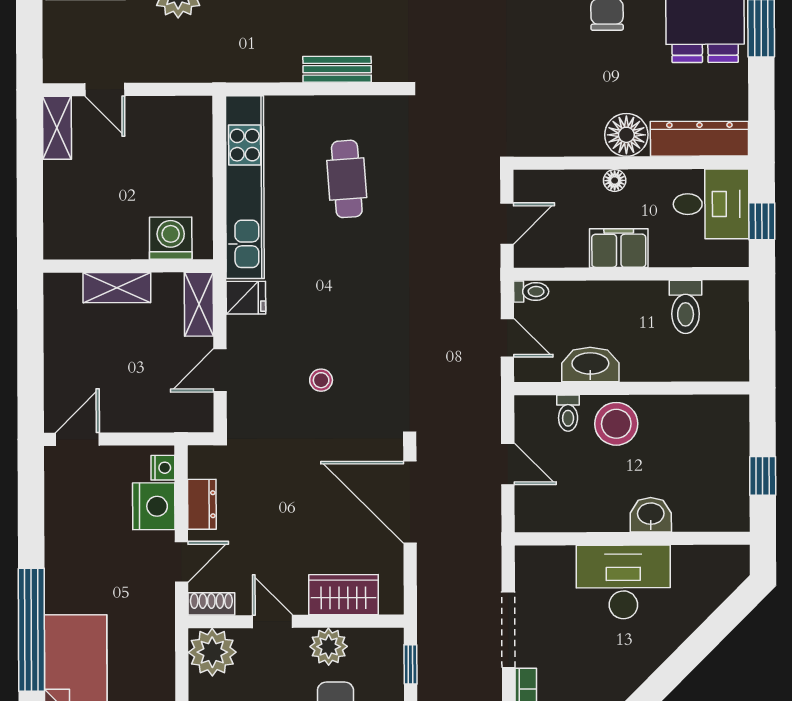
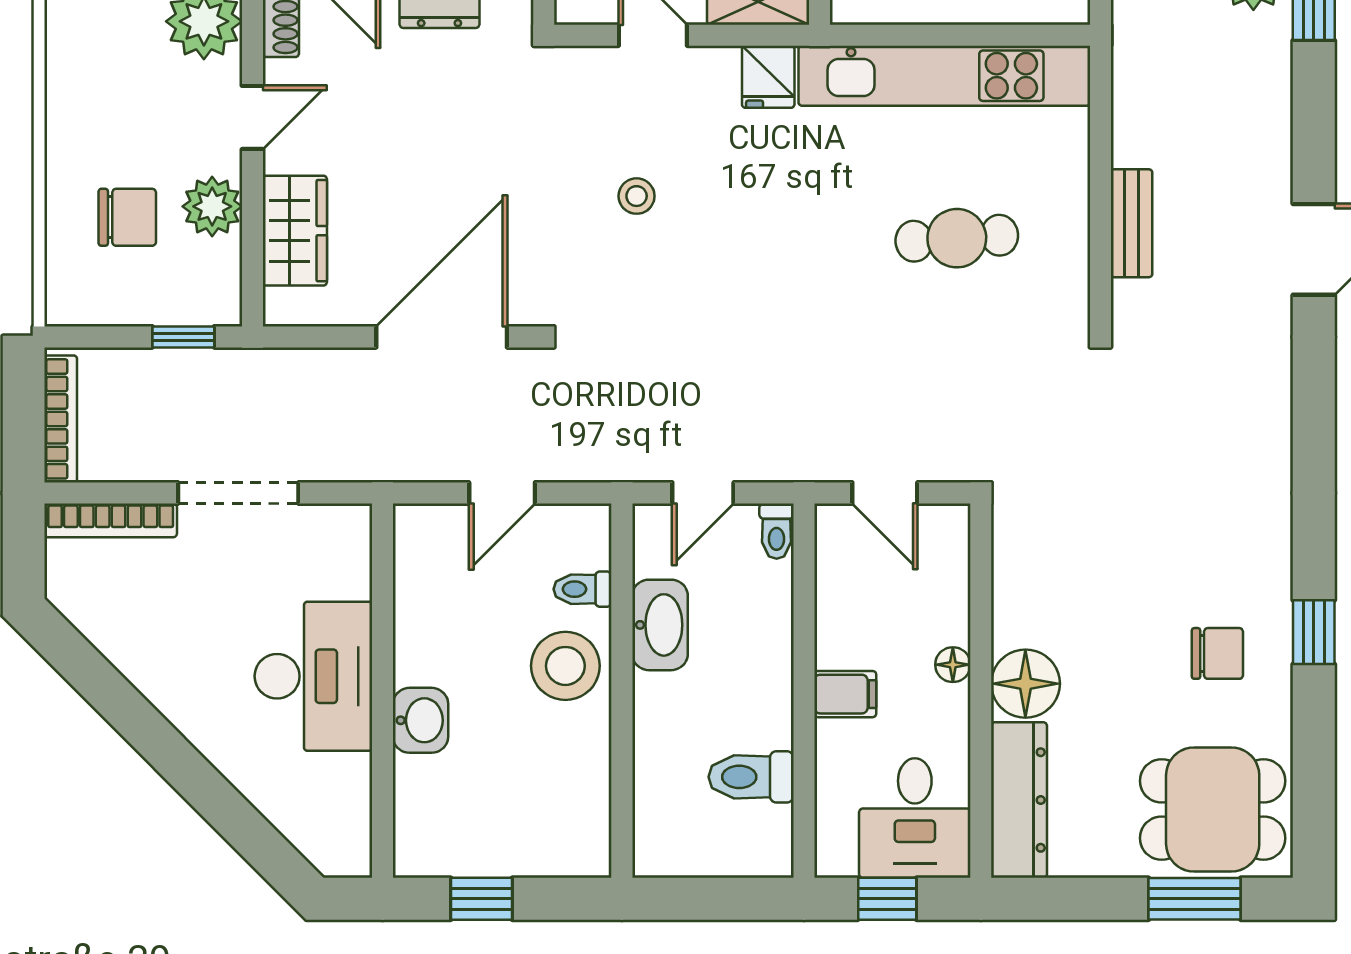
filing cabinet: (619, 248) -> (845, 694), width x0.50

